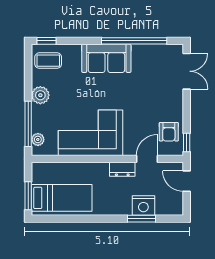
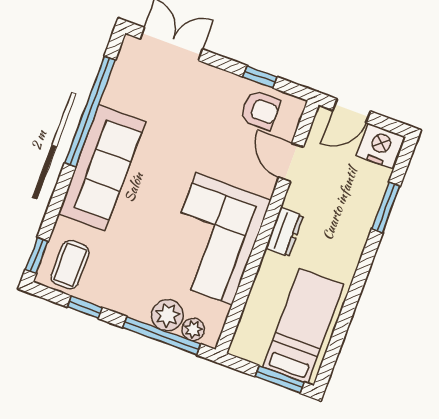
sofa: (106, 58) -> (102, 168), width x1.36
window: (28, 77) -> (85, 307), added
plant: (40, 95) -> (167, 315), moved
window: (187, 143) -> (260, 77), moved
dresser: (122, 169) -> (285, 232), moved
nightstand: (143, 205) -> (380, 146), moved, turned -90

